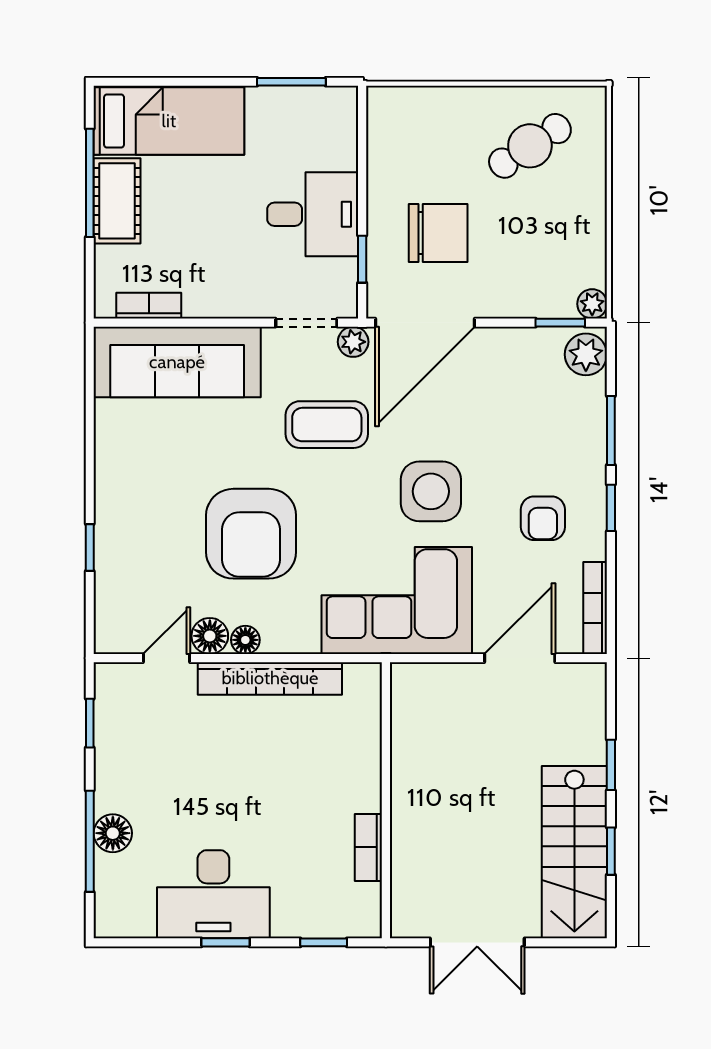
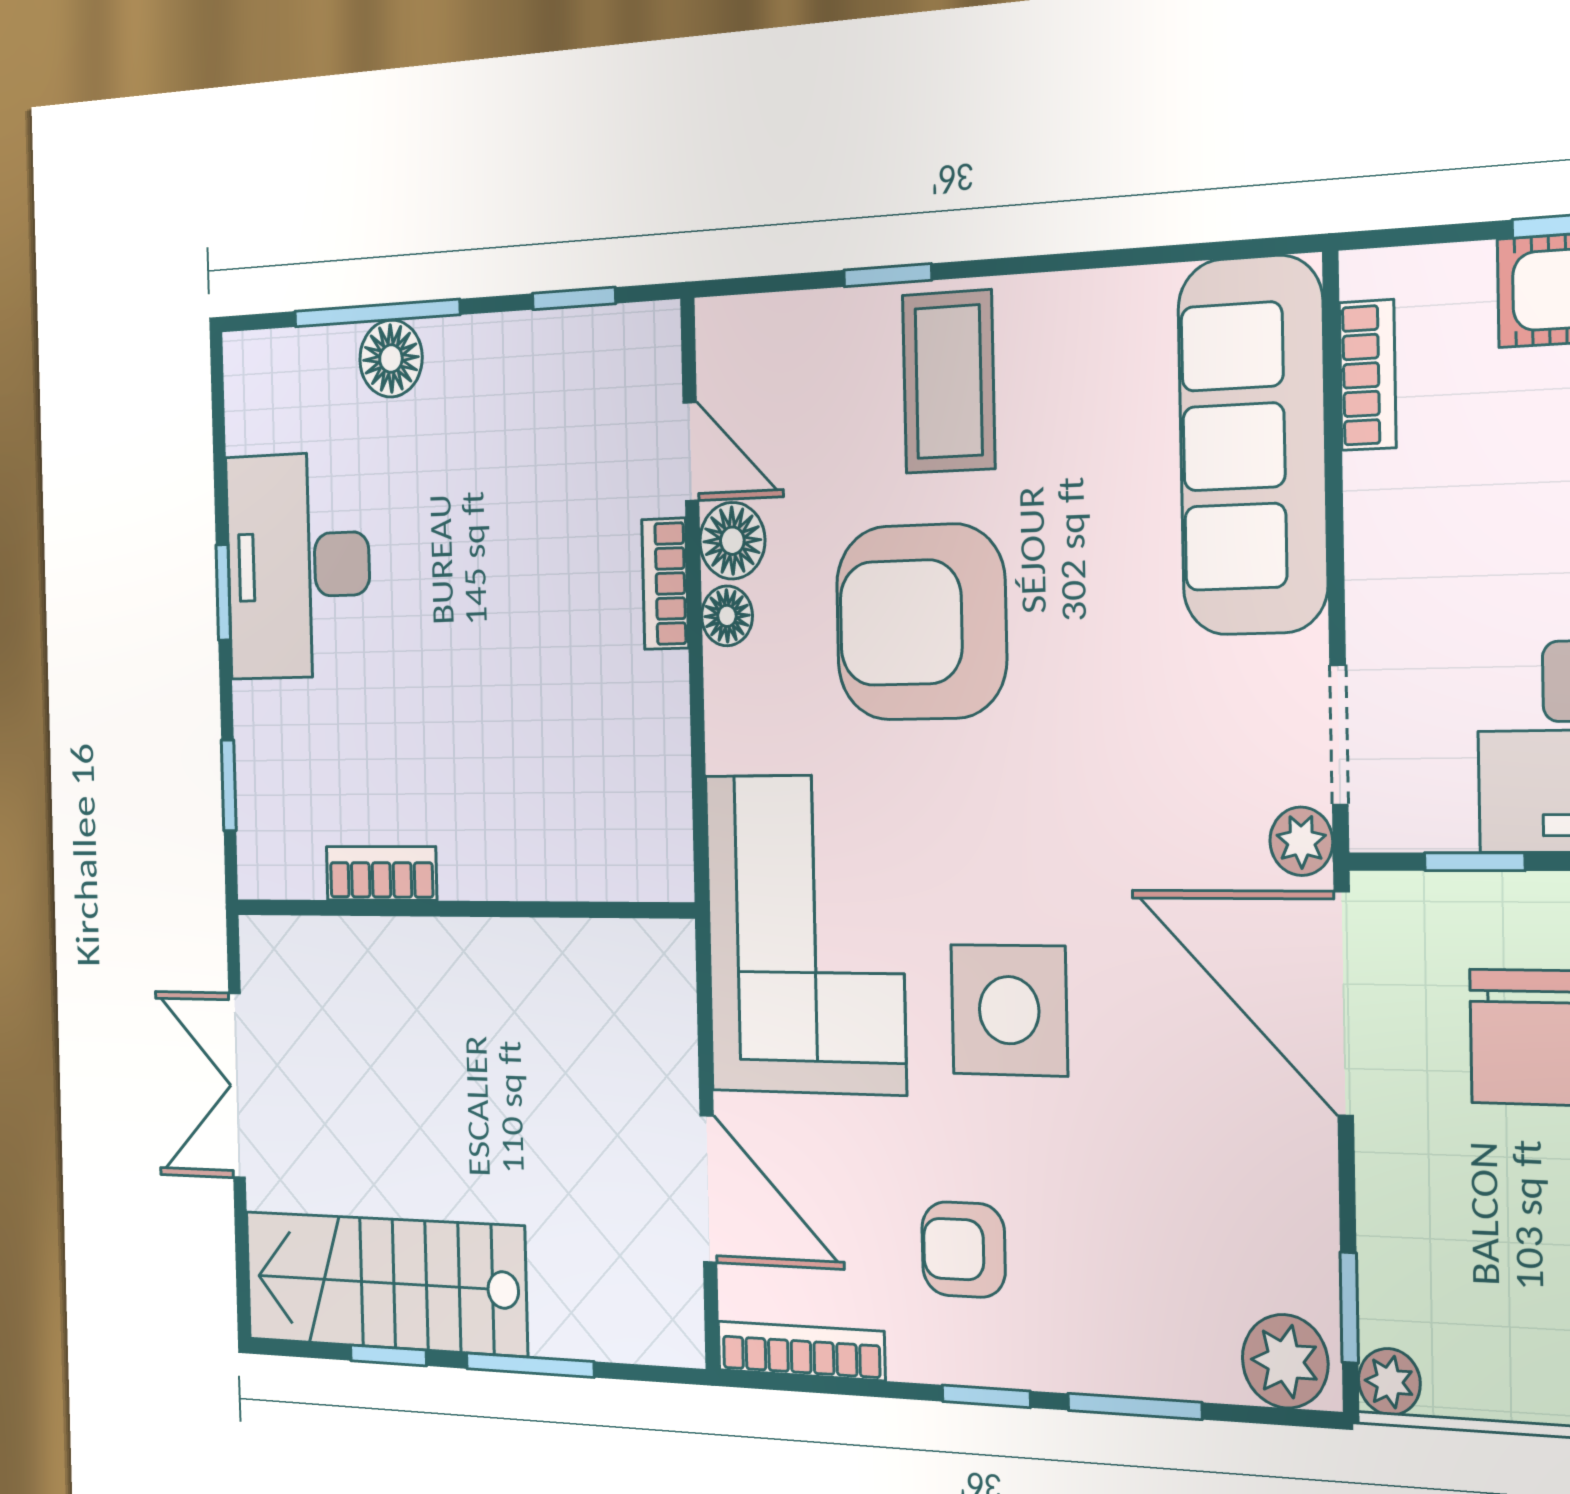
coffee table: (327, 425) -> (949, 382), moved
bookcase: (270, 678) -> (665, 584), width x0.43, depth x0.76
window: (611, 765) -> (530, 1365), width x1.50

